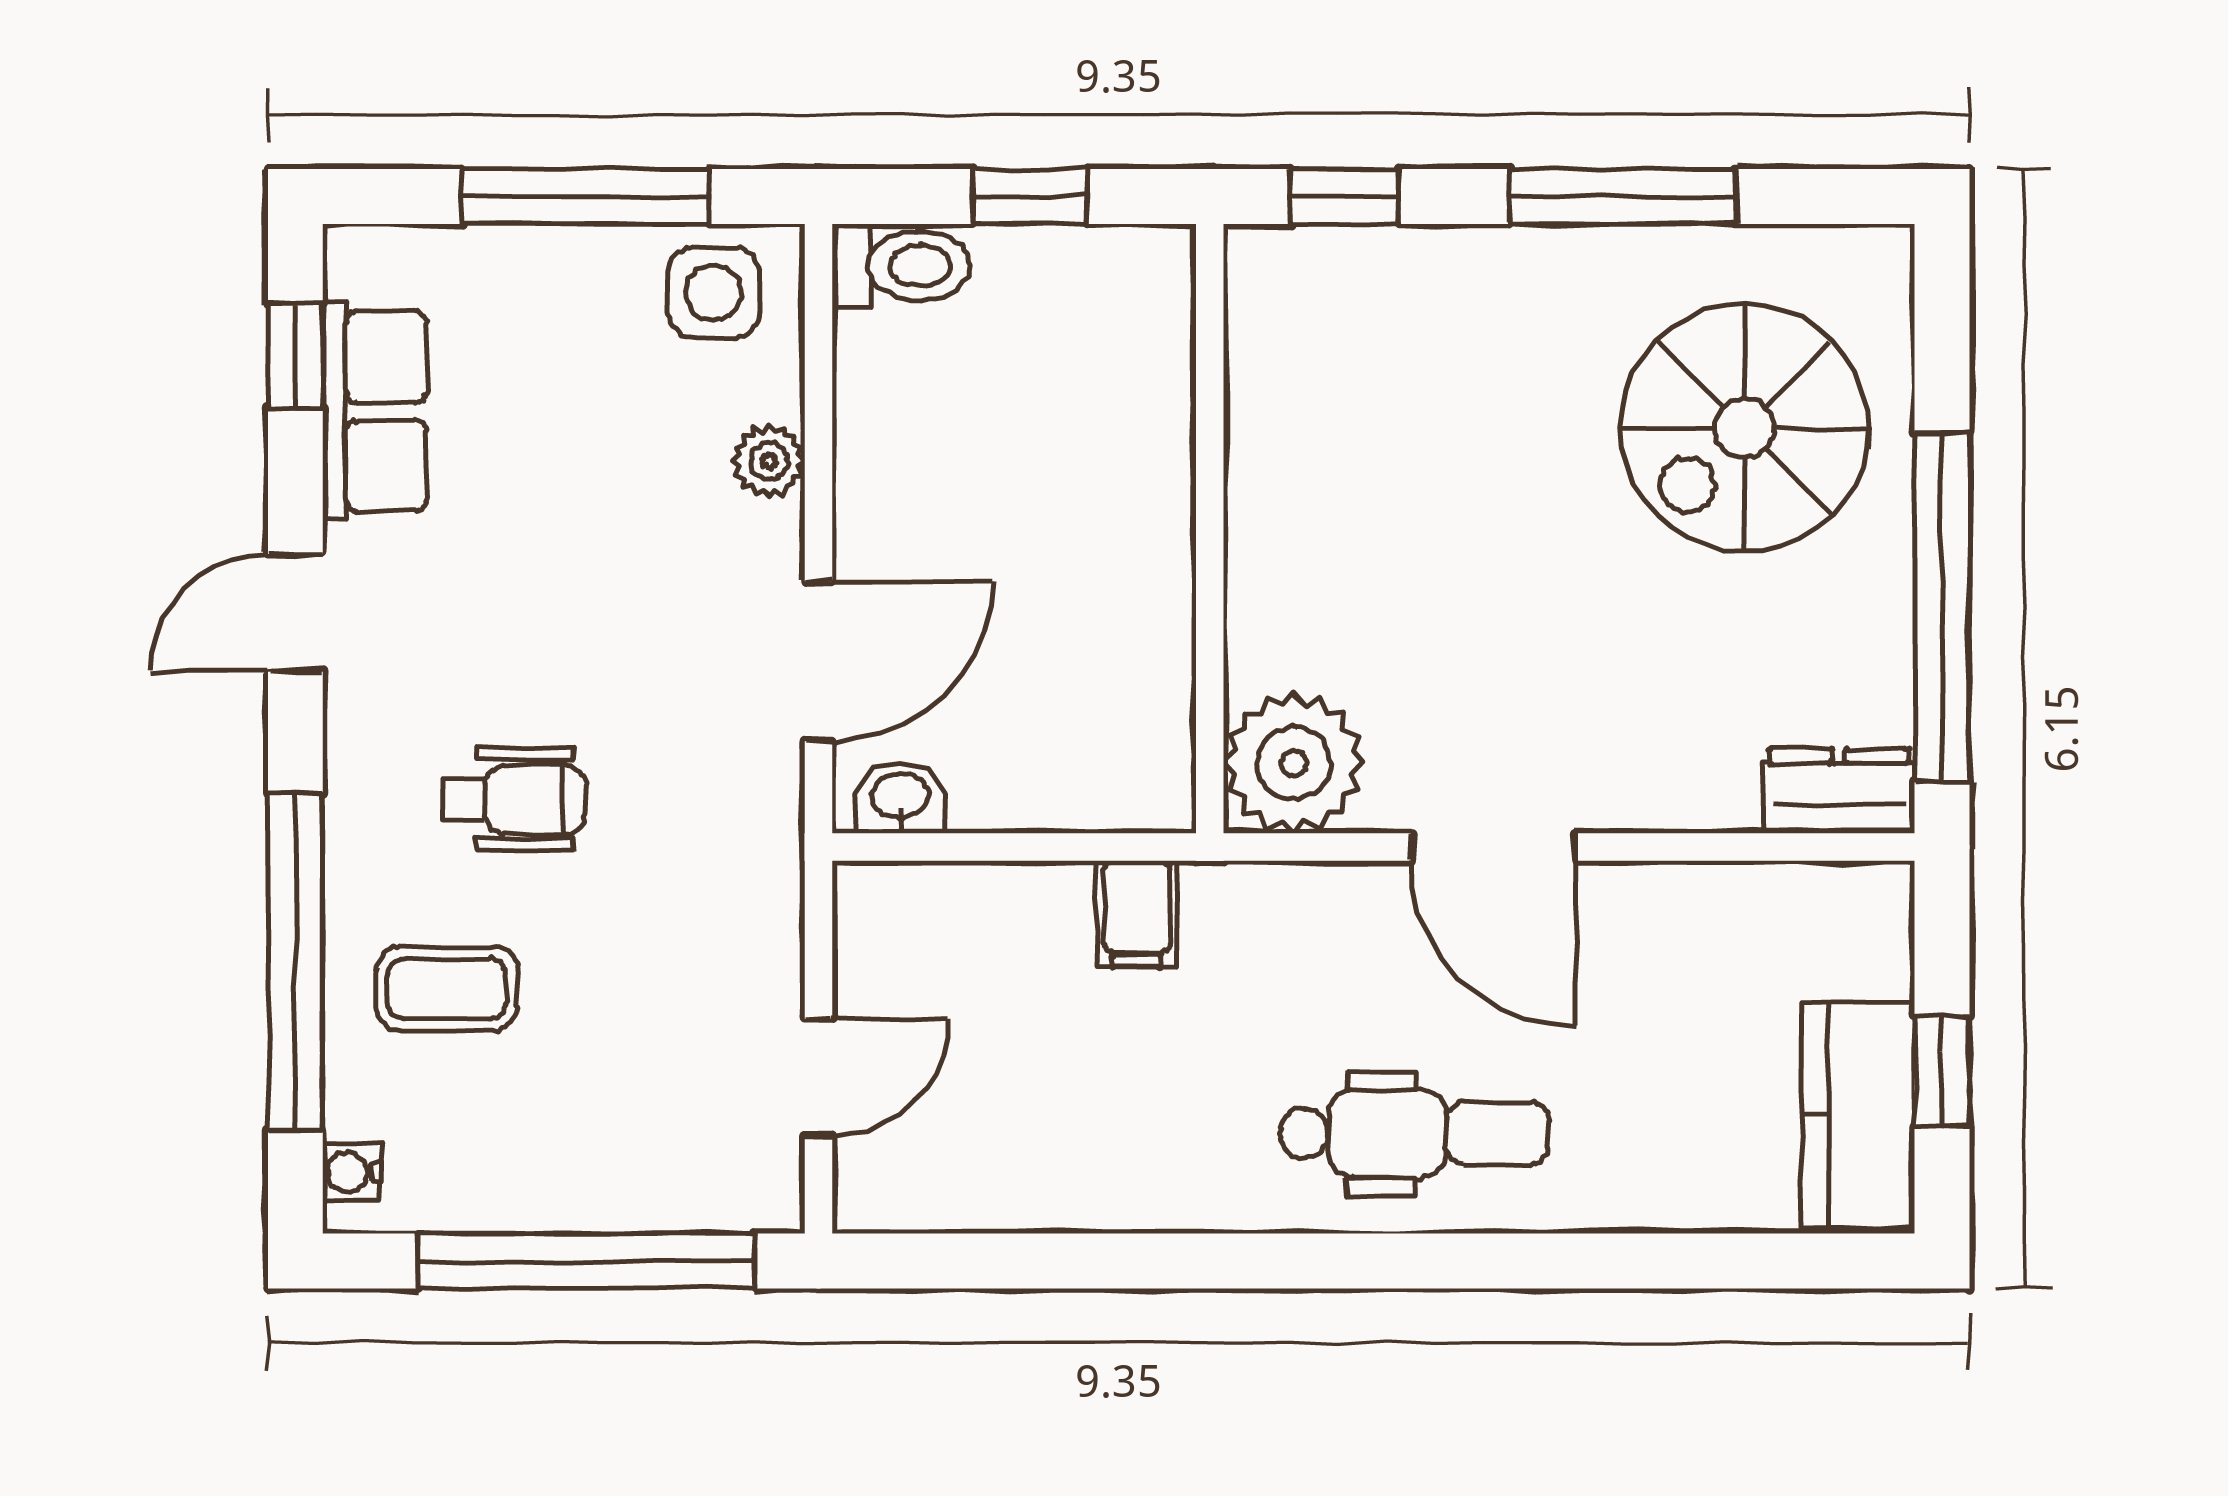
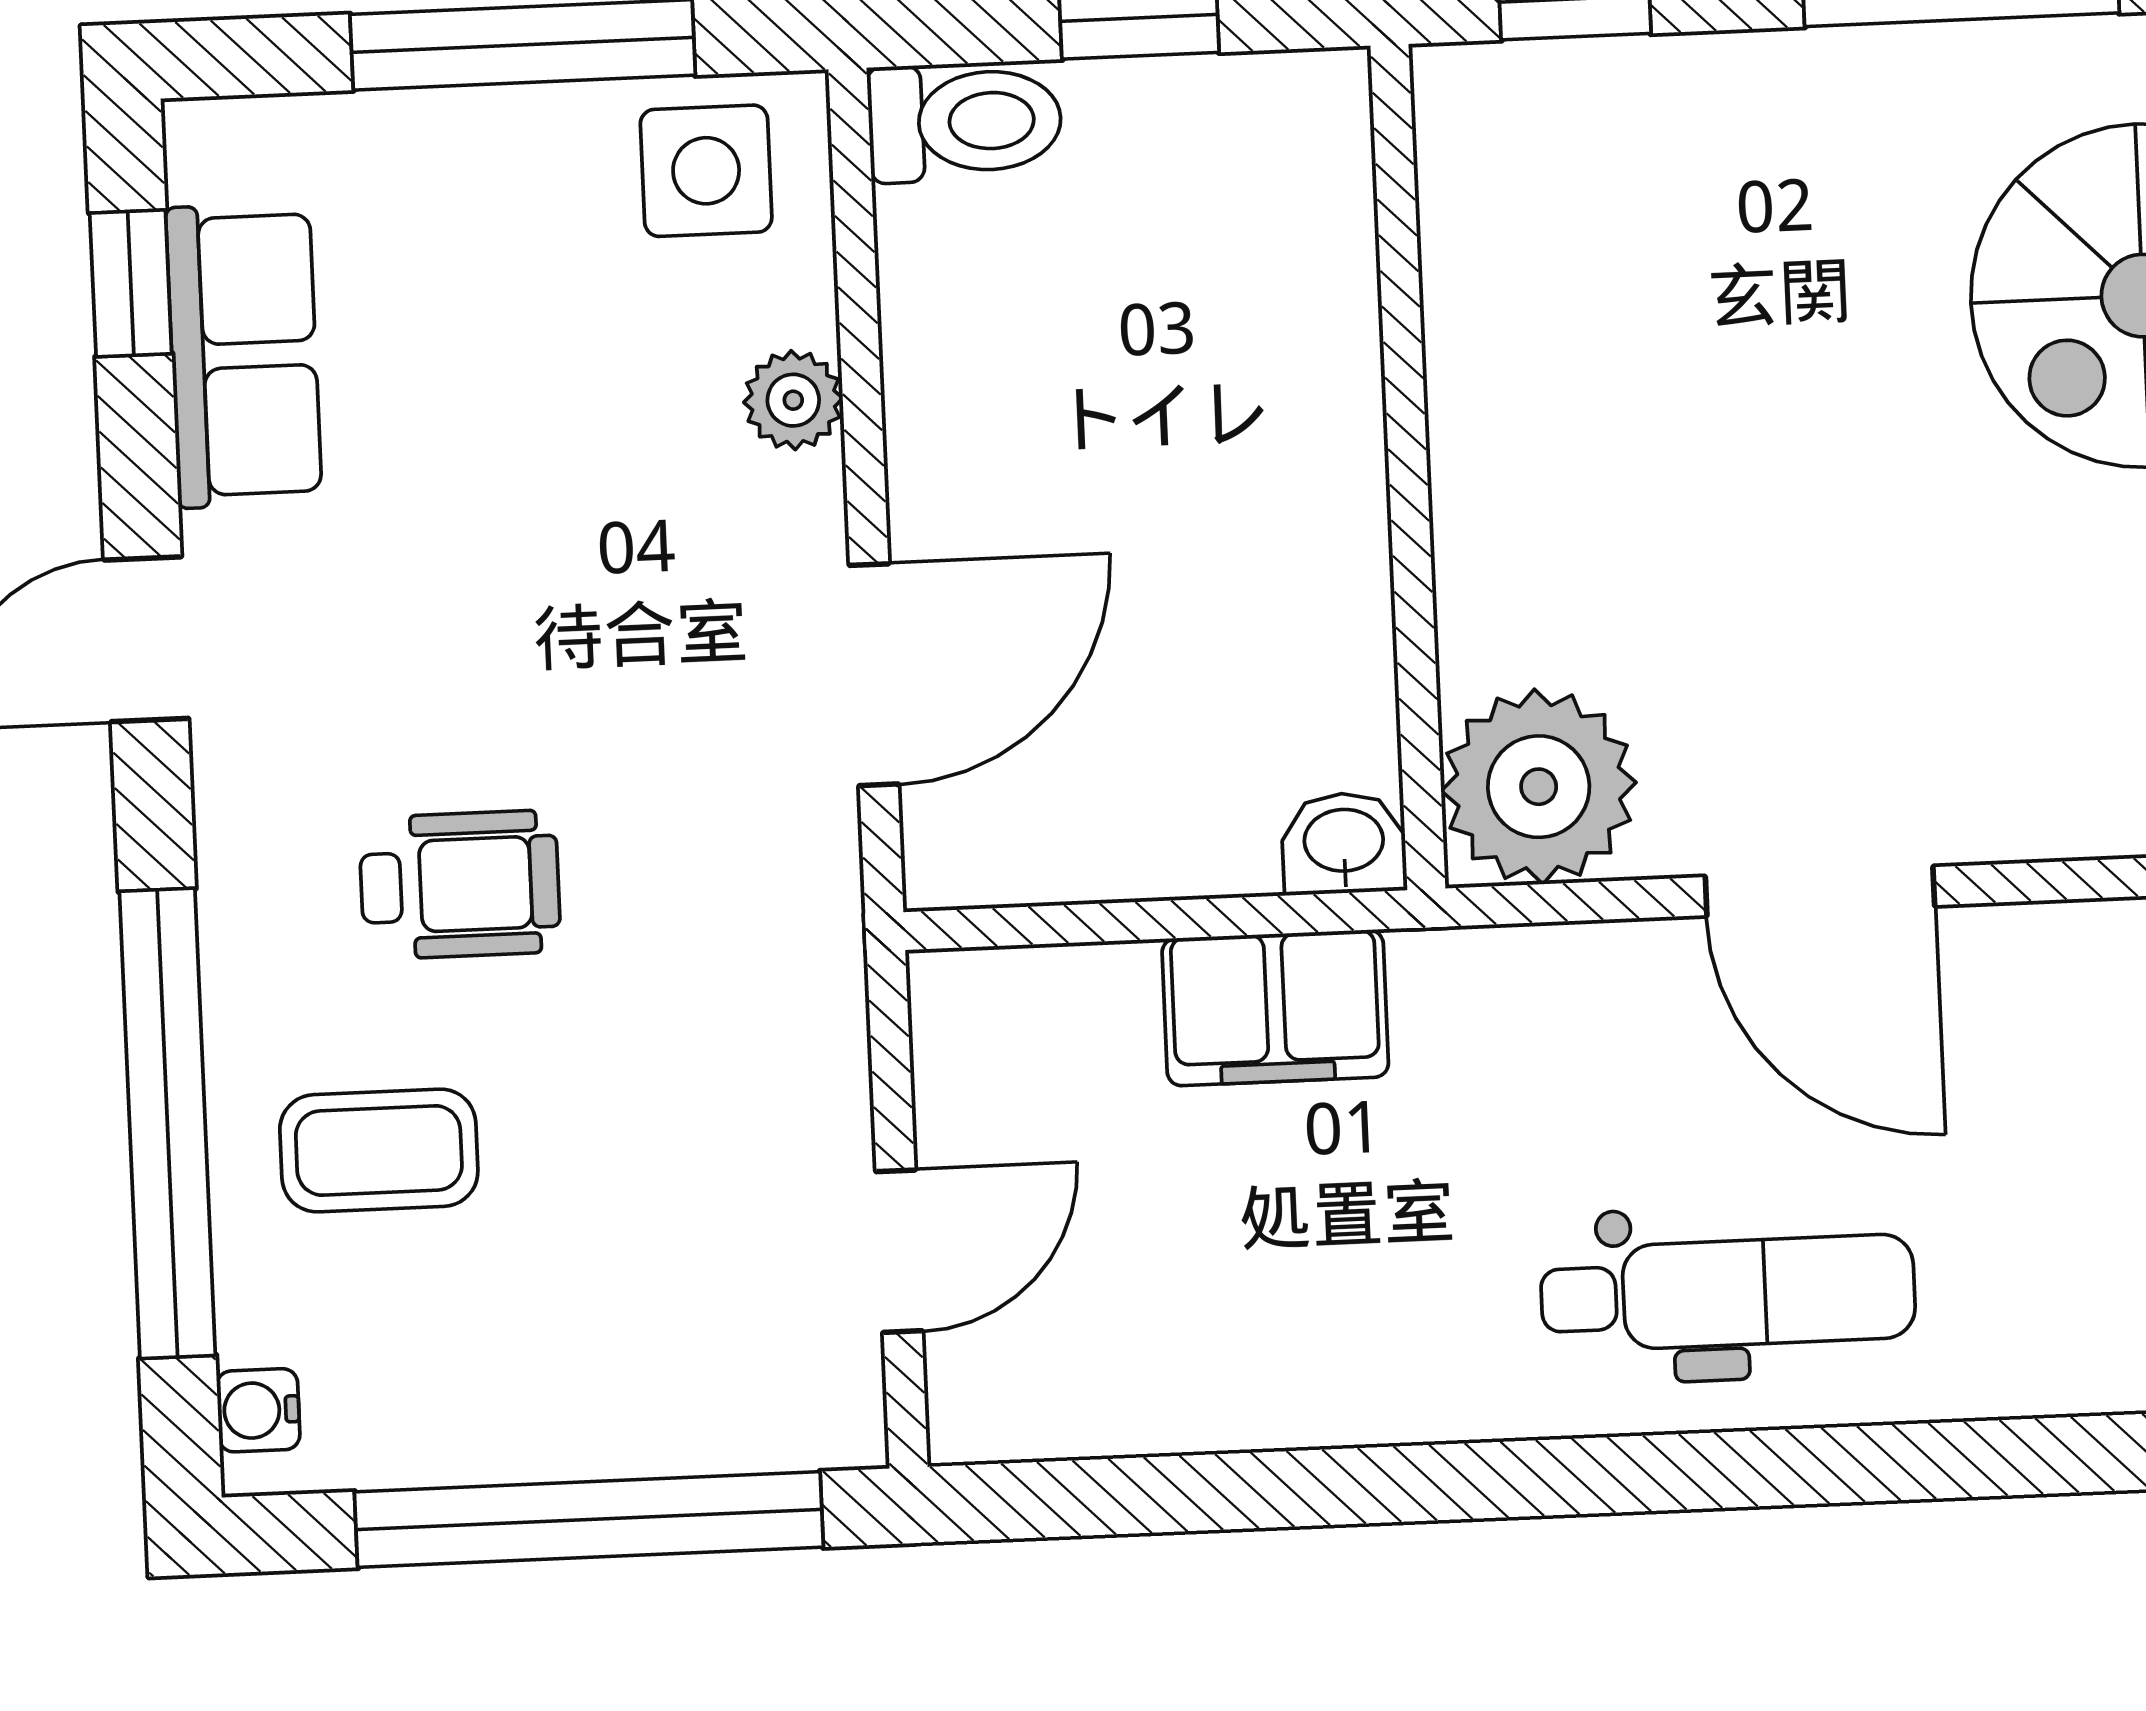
washbasin: (900, 798) -> (1344, 843), moved
filing cabinet: (1137, 914) -> (1275, 1008), width x2.00

